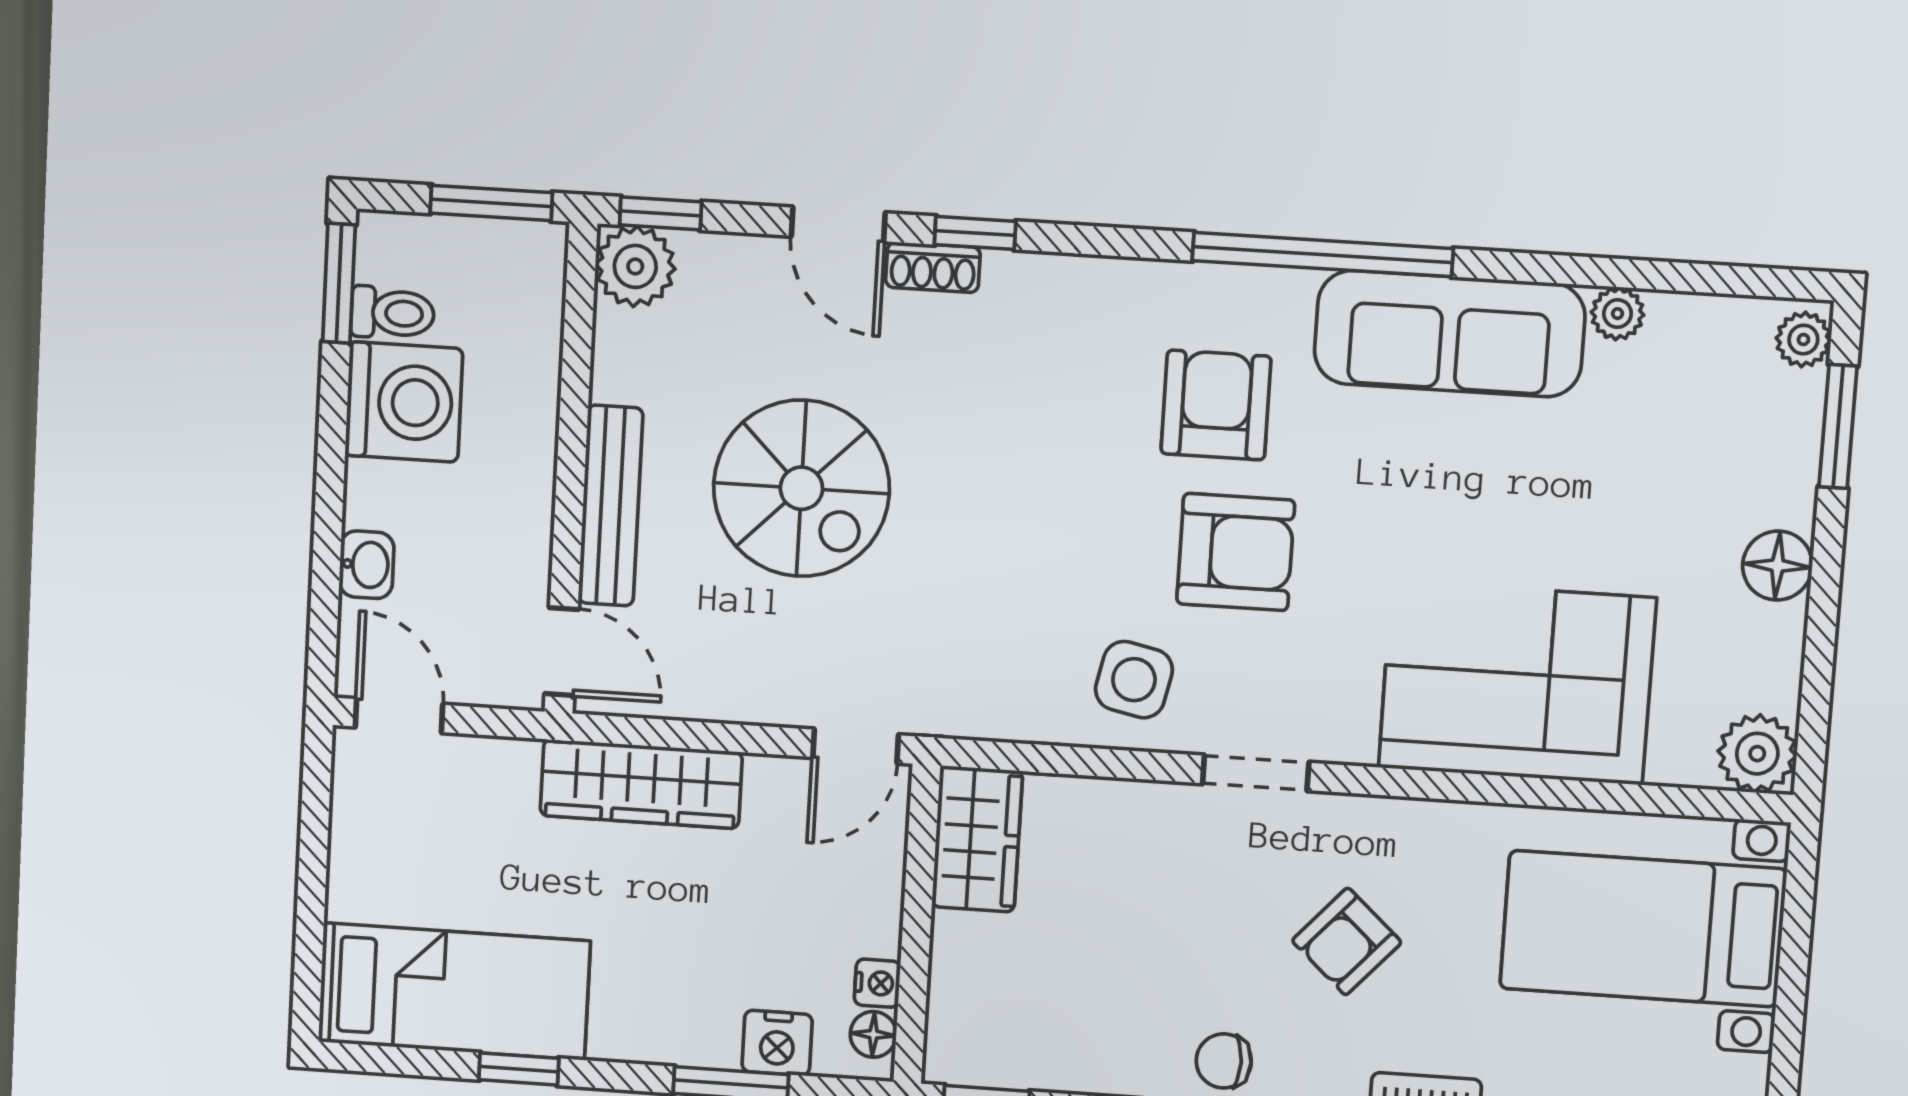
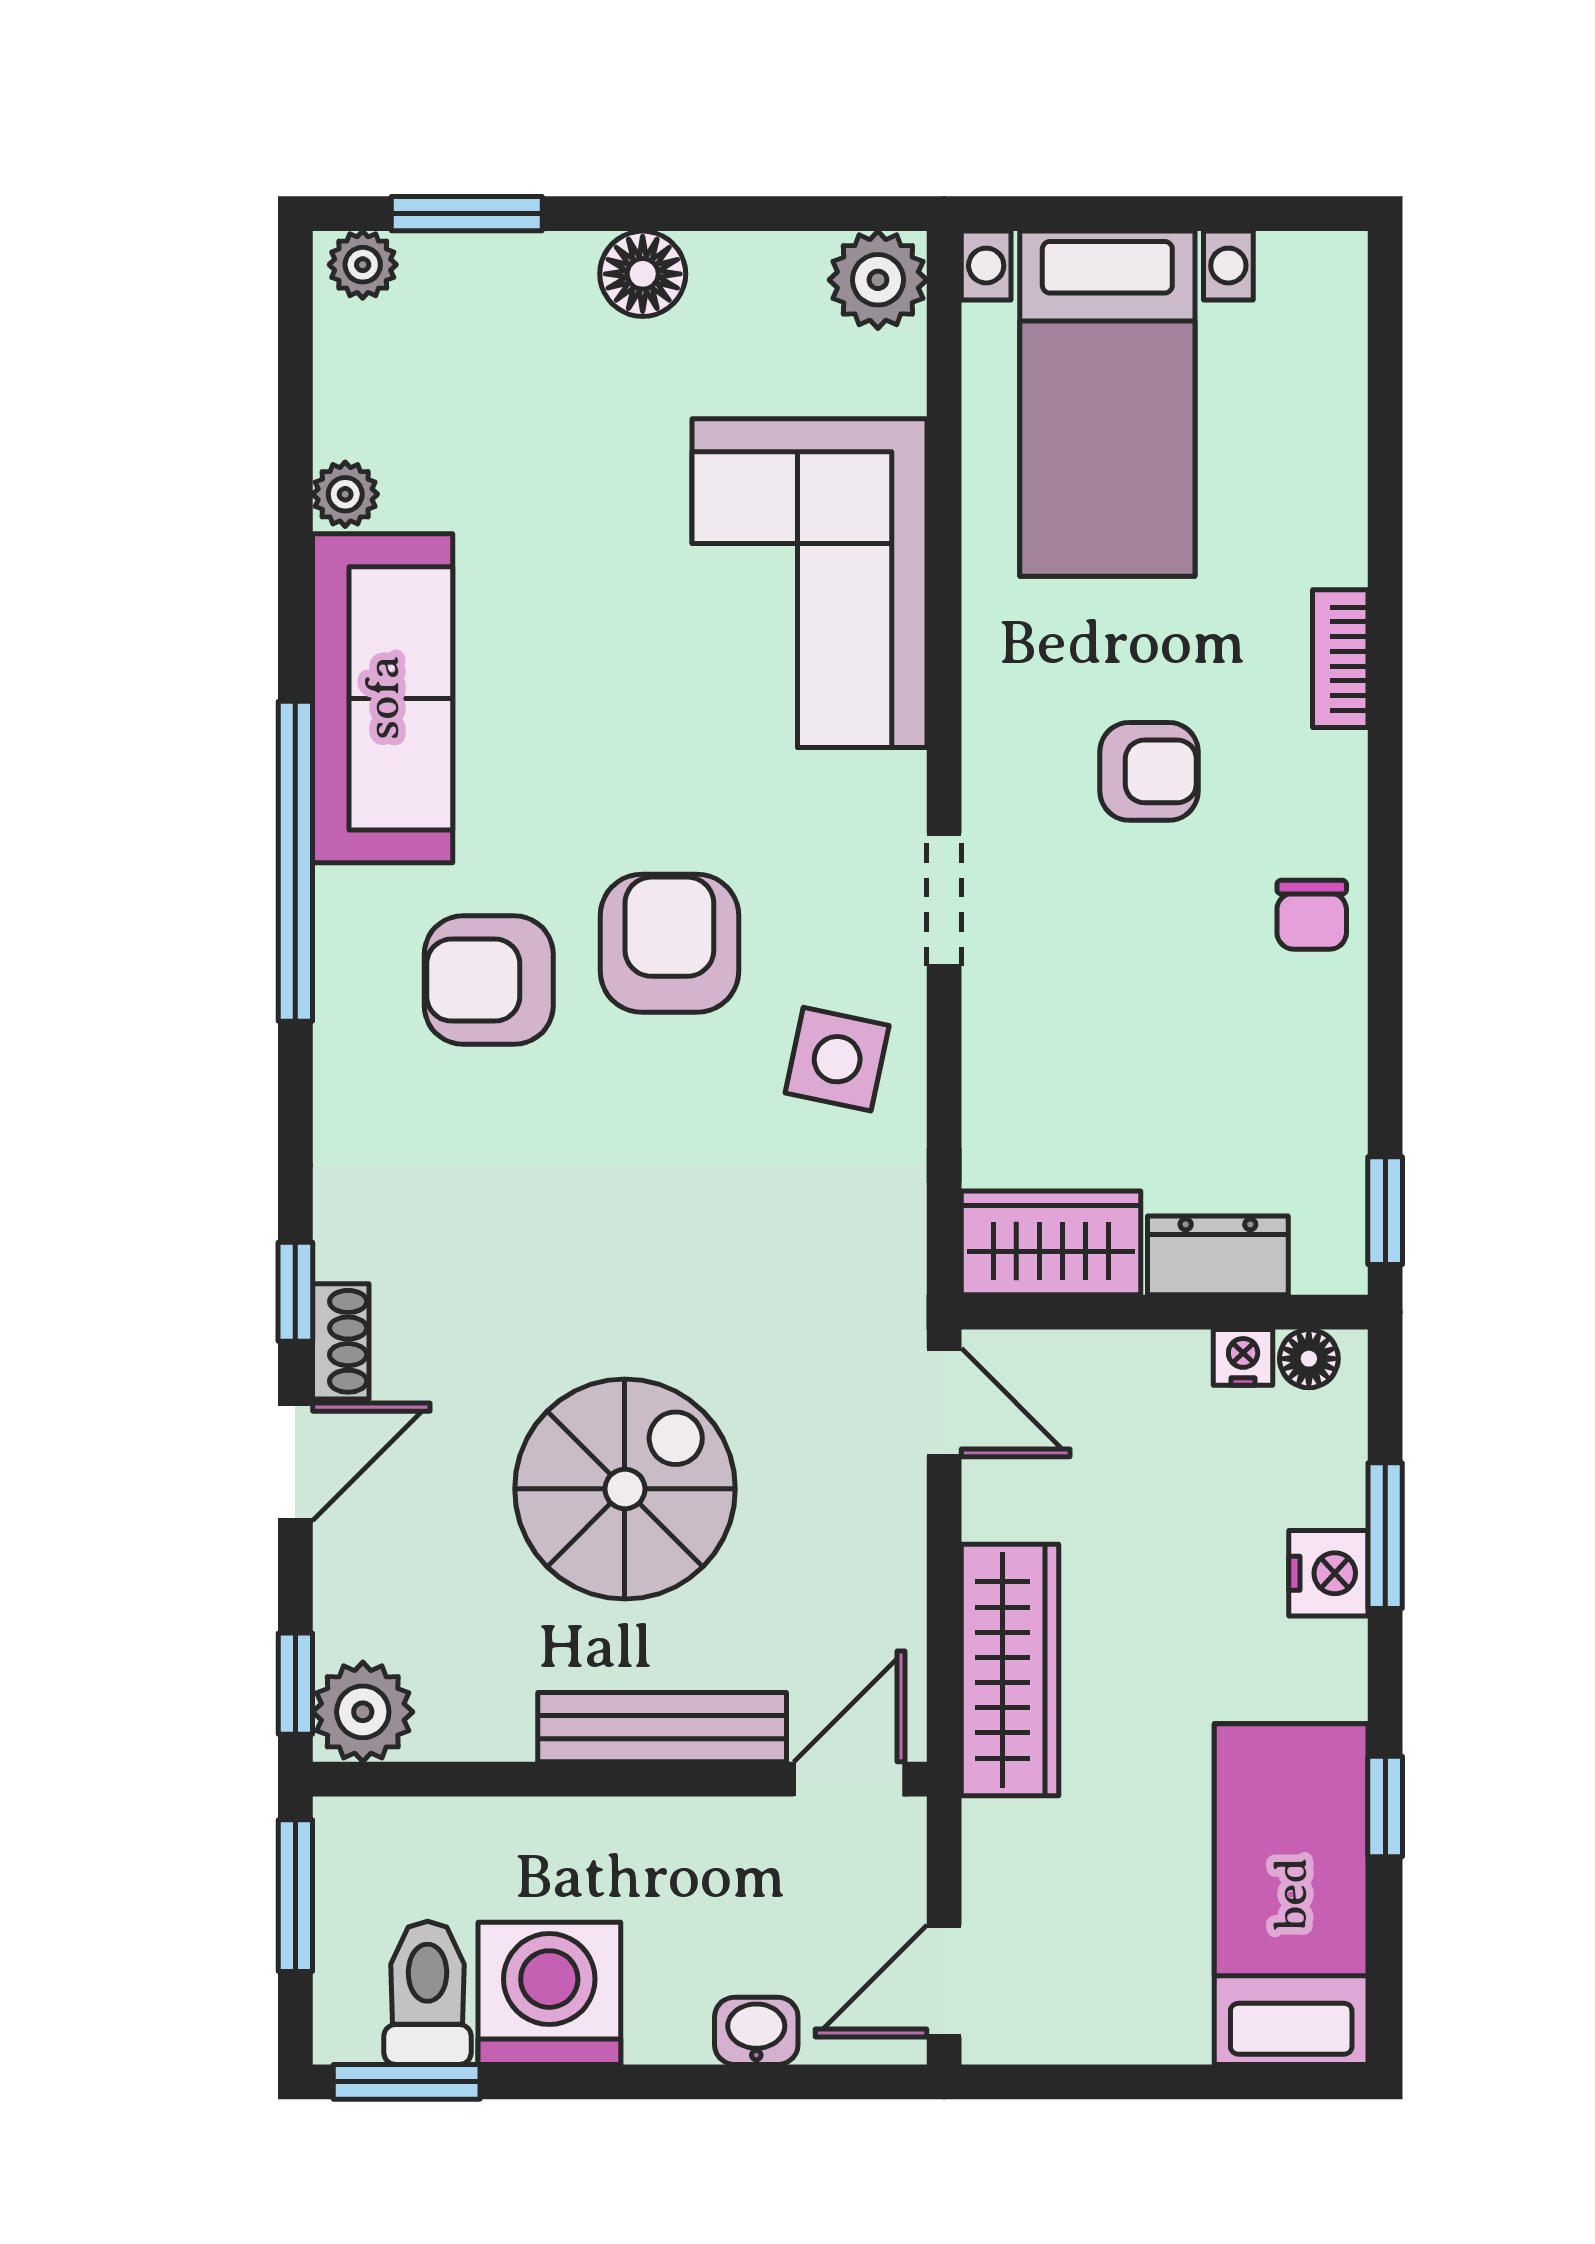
toilet: (393, 313) -> (428, 1993), width x1.37, depth x1.39
armchair: (1347, 941) -> (1149, 771), turned -42
dresser: (959, 969) -> (1218, 1255), added
nightstand: (777, 1043) -> (1328, 1573), moved

